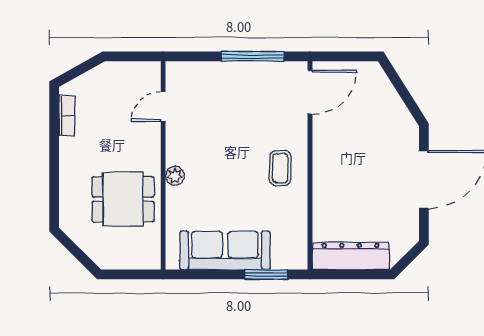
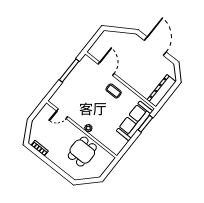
door: (310, 92) -> (106, 69), moved
door: (163, 107) -> (62, 114), hinge flipped
sofa: (225, 250) -> (134, 121), moved

